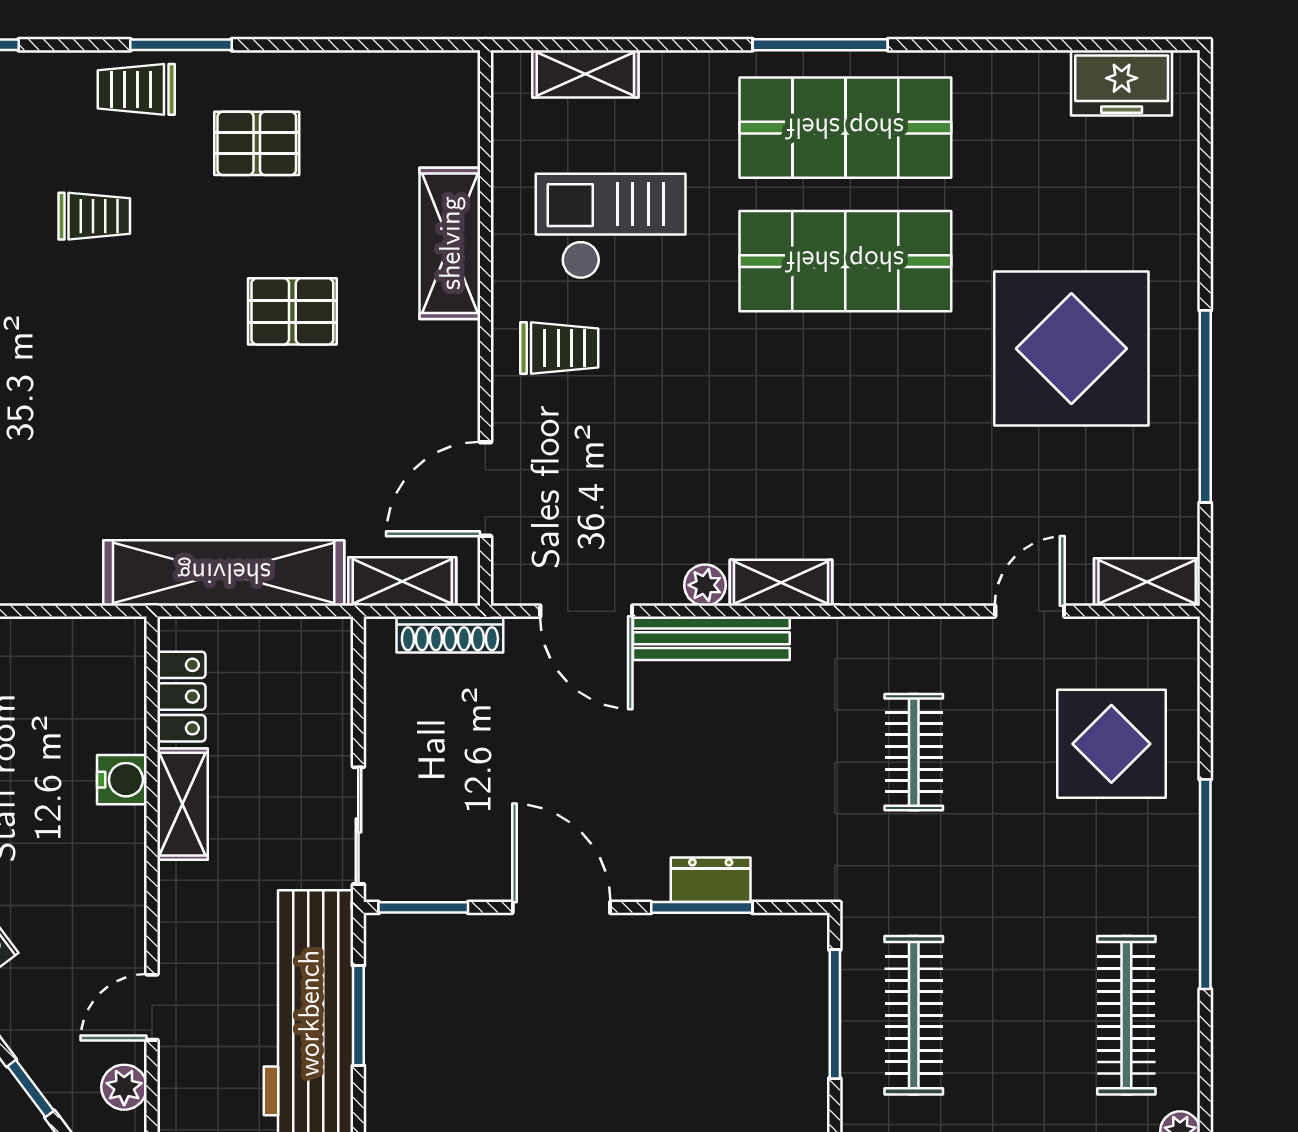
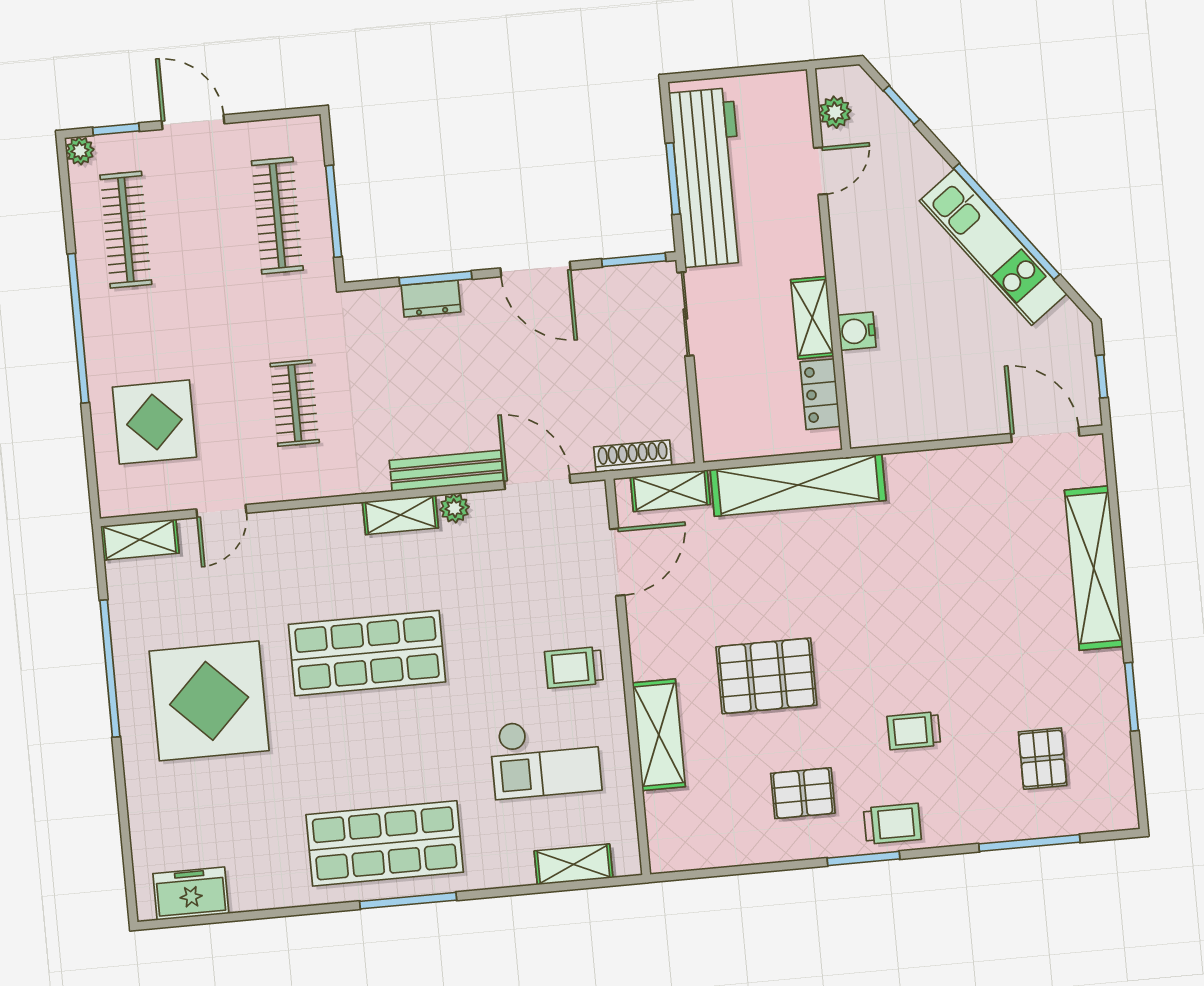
shop shelf: (845, 261) -> (367, 653), moved
pallet: (292, 311) -> (766, 676), width x1.50, depth x1.42

